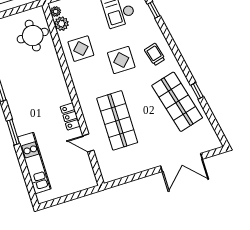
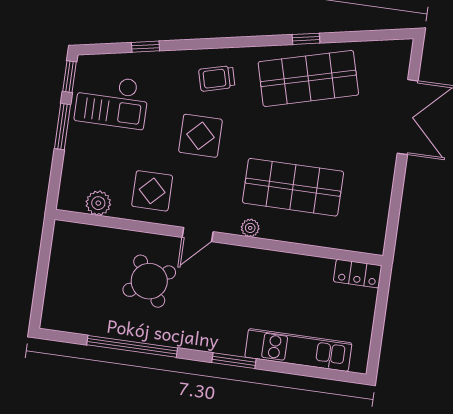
plant: (56, 11) -> (250, 228), moved
round table: (33, 36) -> (149, 281), moved, turned -32
locker: (70, 116) -> (358, 274), moved
door: (88, 143) -> (198, 235), moved

